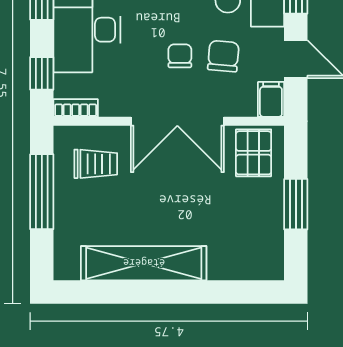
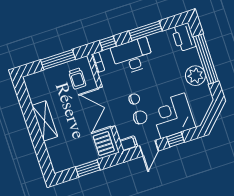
pallet: (254, 153) -> (104, 143), turned 90
shelving: (144, 263) -> (45, 121), width x0.68

